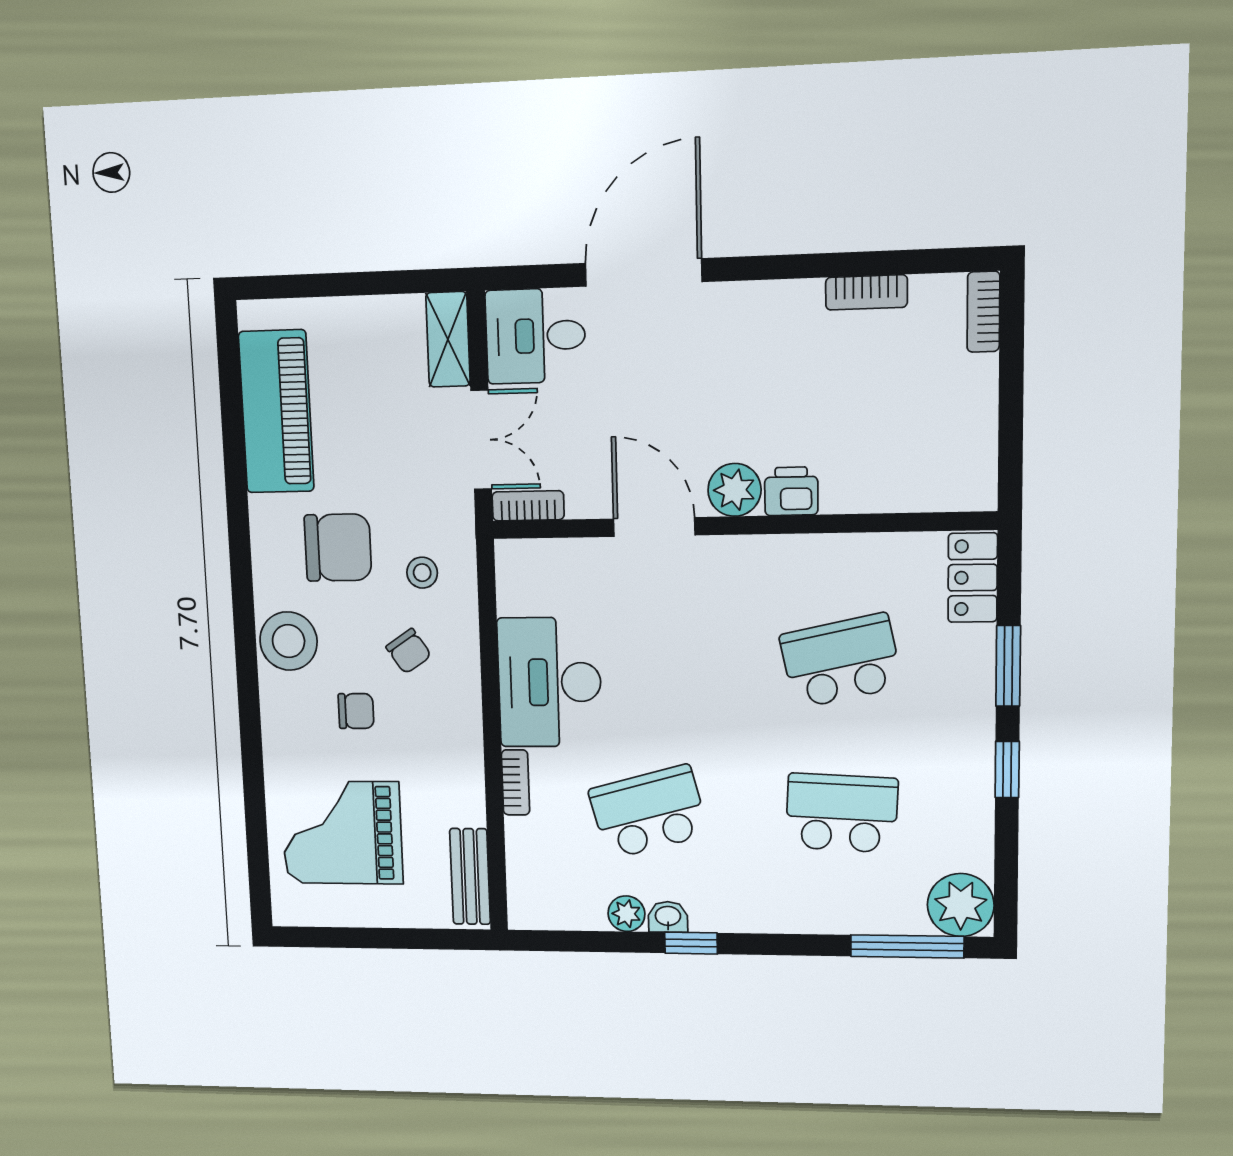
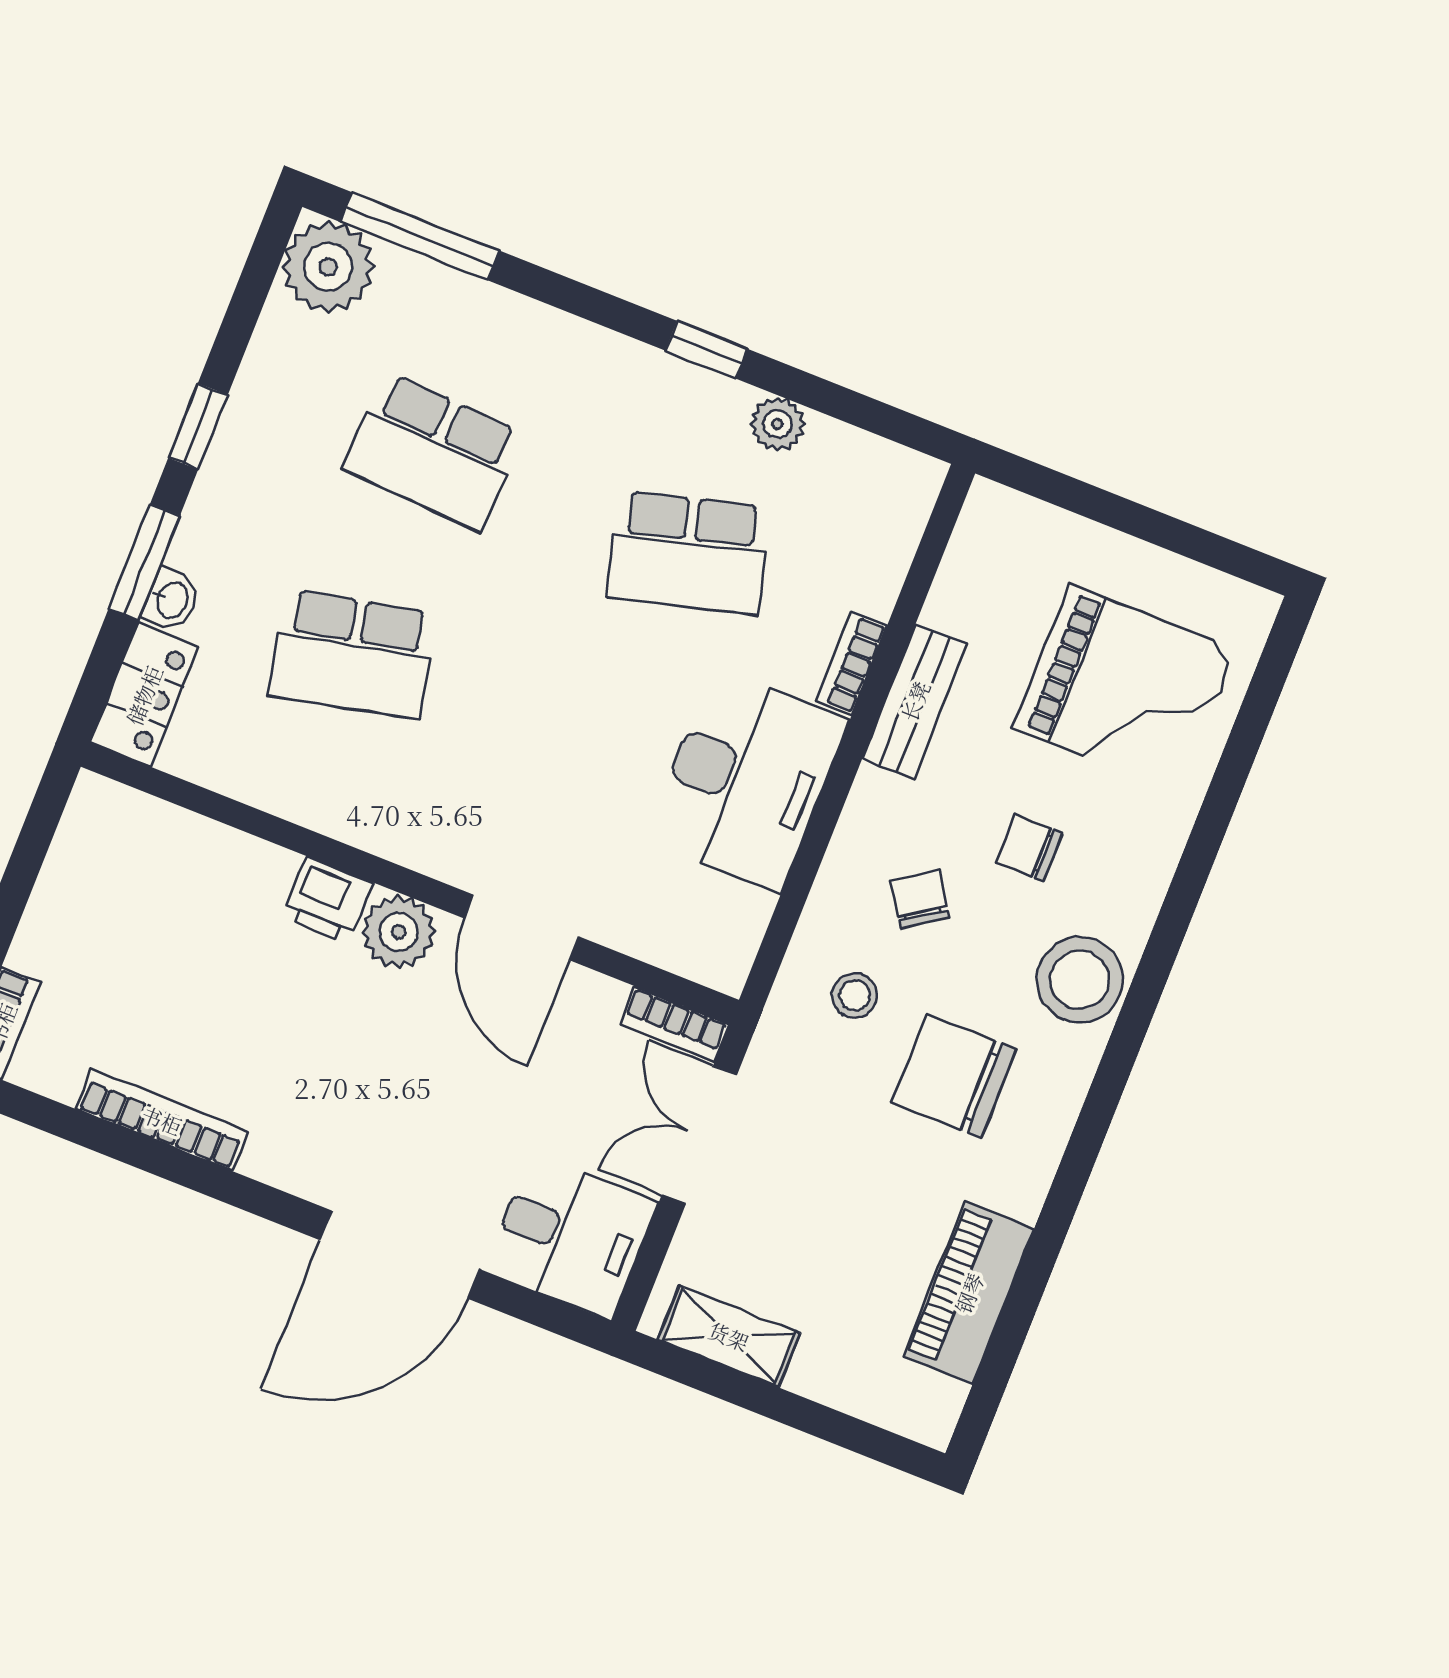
bookcase: (866, 292) -> (162, 1120), width x1.56
shelving: (448, 339) -> (729, 1336), moved, turned 90
piano: (276, 412) -> (969, 1293), width x0.73, depth x0.75
bench: (470, 876) -> (915, 701), moved
washbasin: (668, 917) -> (171, 600), moved, turned -90

